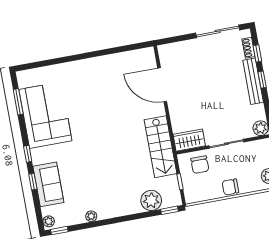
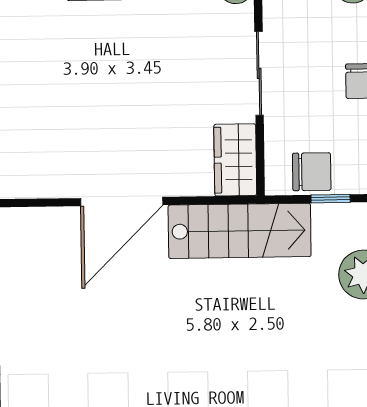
door: (162, 85) -> (122, 202), moved
chair: (200, 165) -> (312, 172), moved

